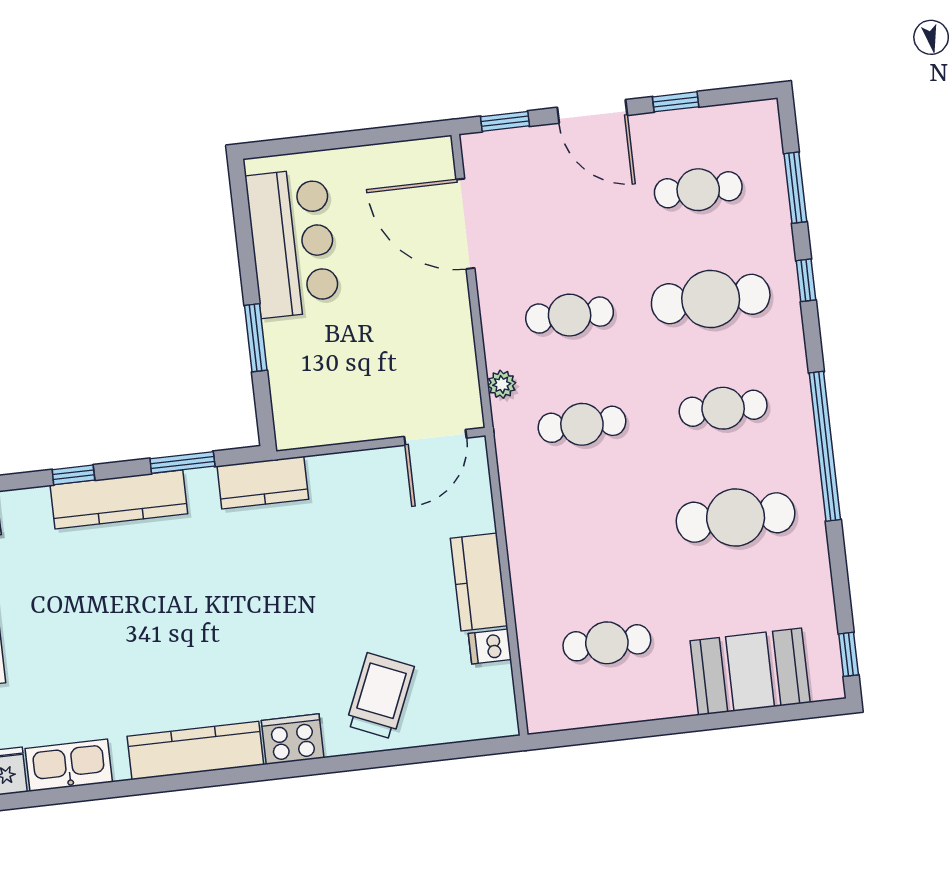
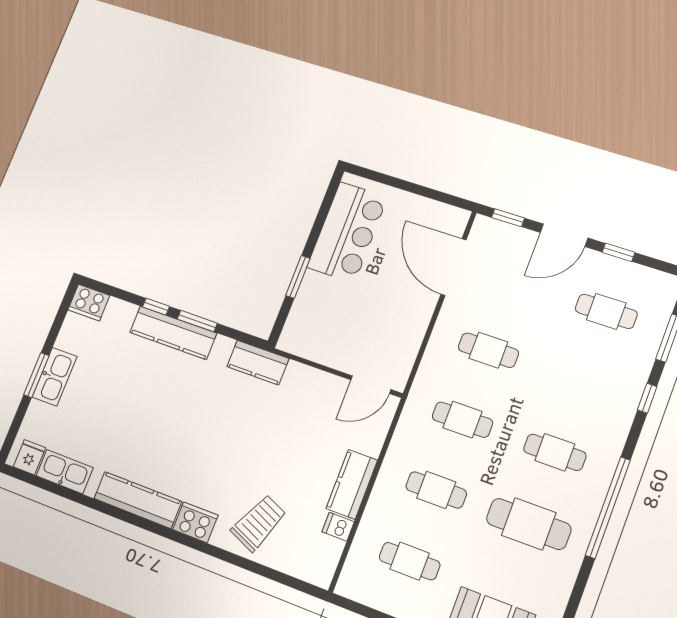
door: (592, 111) -> (564, 235), hinge flipped
cafe table: (711, 299) -> (436, 490), moved, width x0.73, depth x0.74
plant: (502, 384) -> (426, 372), removed
window: (182, 462) -> (197, 321), moved

